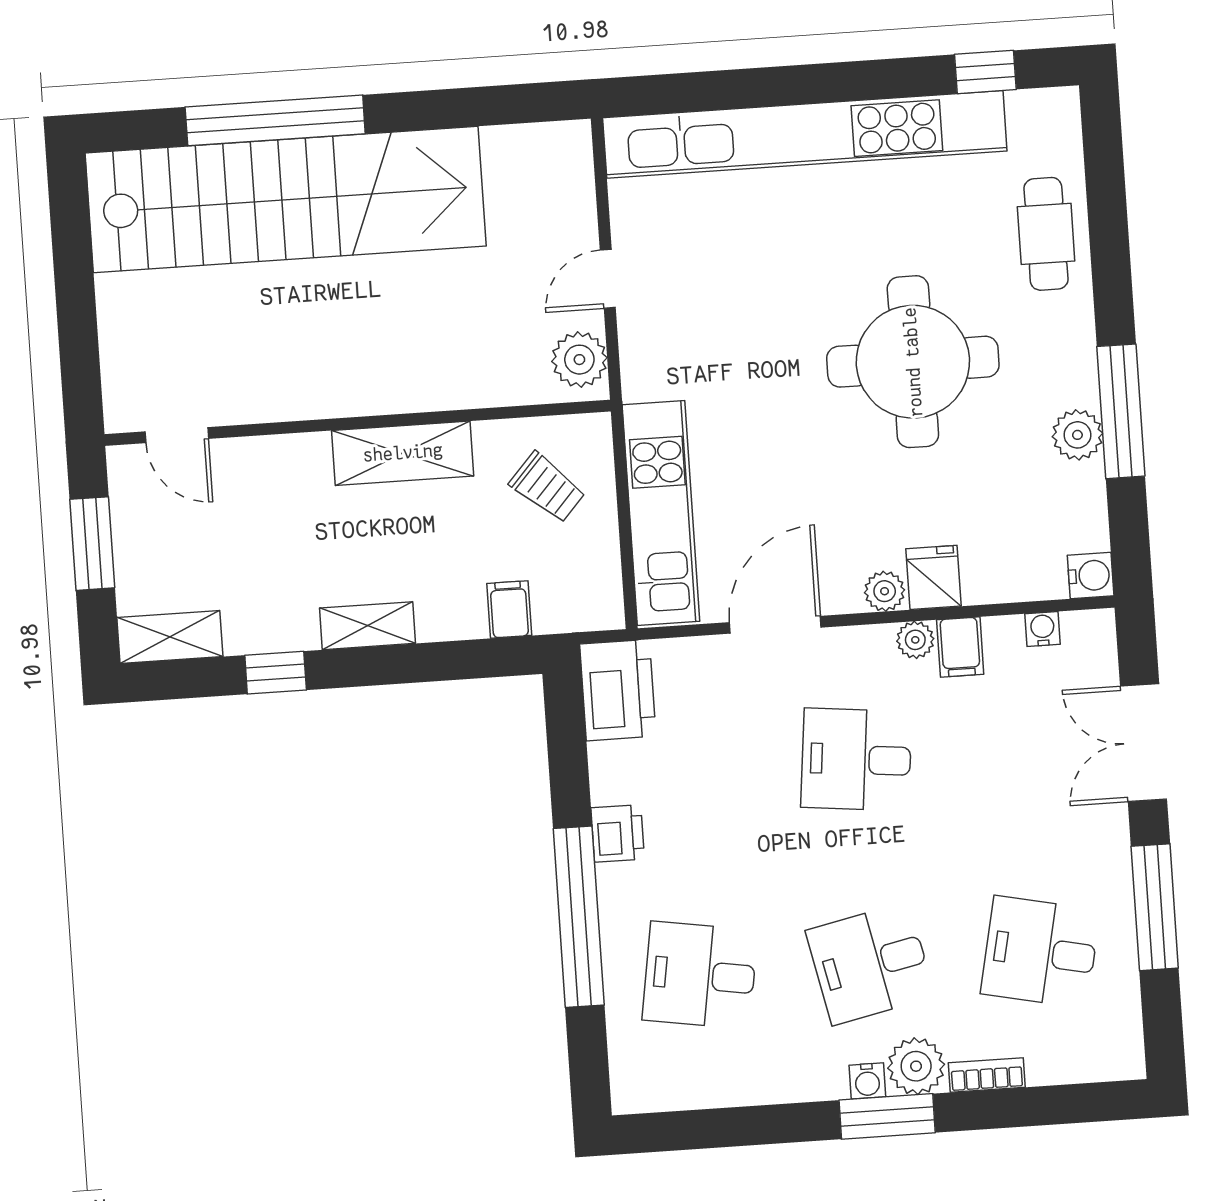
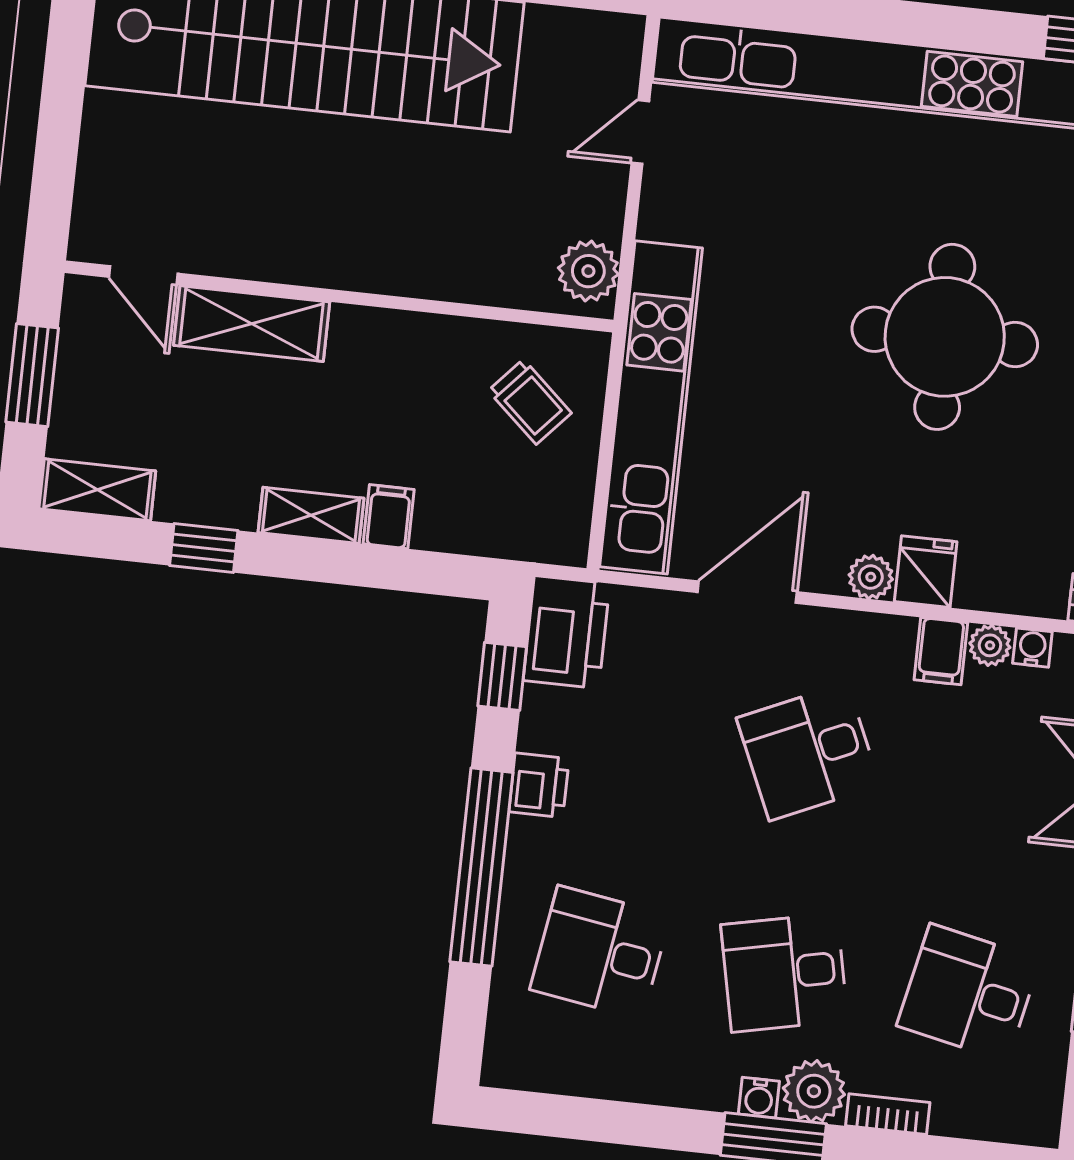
door: (608, 279) -> (640, 132), moved
shelving: (403, 453) -> (252, 324), moved
kitchen unit: (661, 513) -> (651, 407), width x1.36
filing cabinet: (509, 609) -> (389, 517), moved
plant: (915, 640) -> (990, 645), moved
window: (567, 741) -> (502, 676), added
desk: (856, 760) -> (808, 752), turned -30

